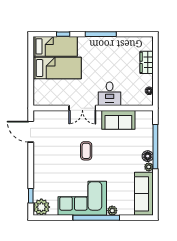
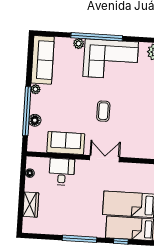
desk: (110, 94) -> (62, 172), moved
floor lamp: (148, 156) -> (35, 120), moved

